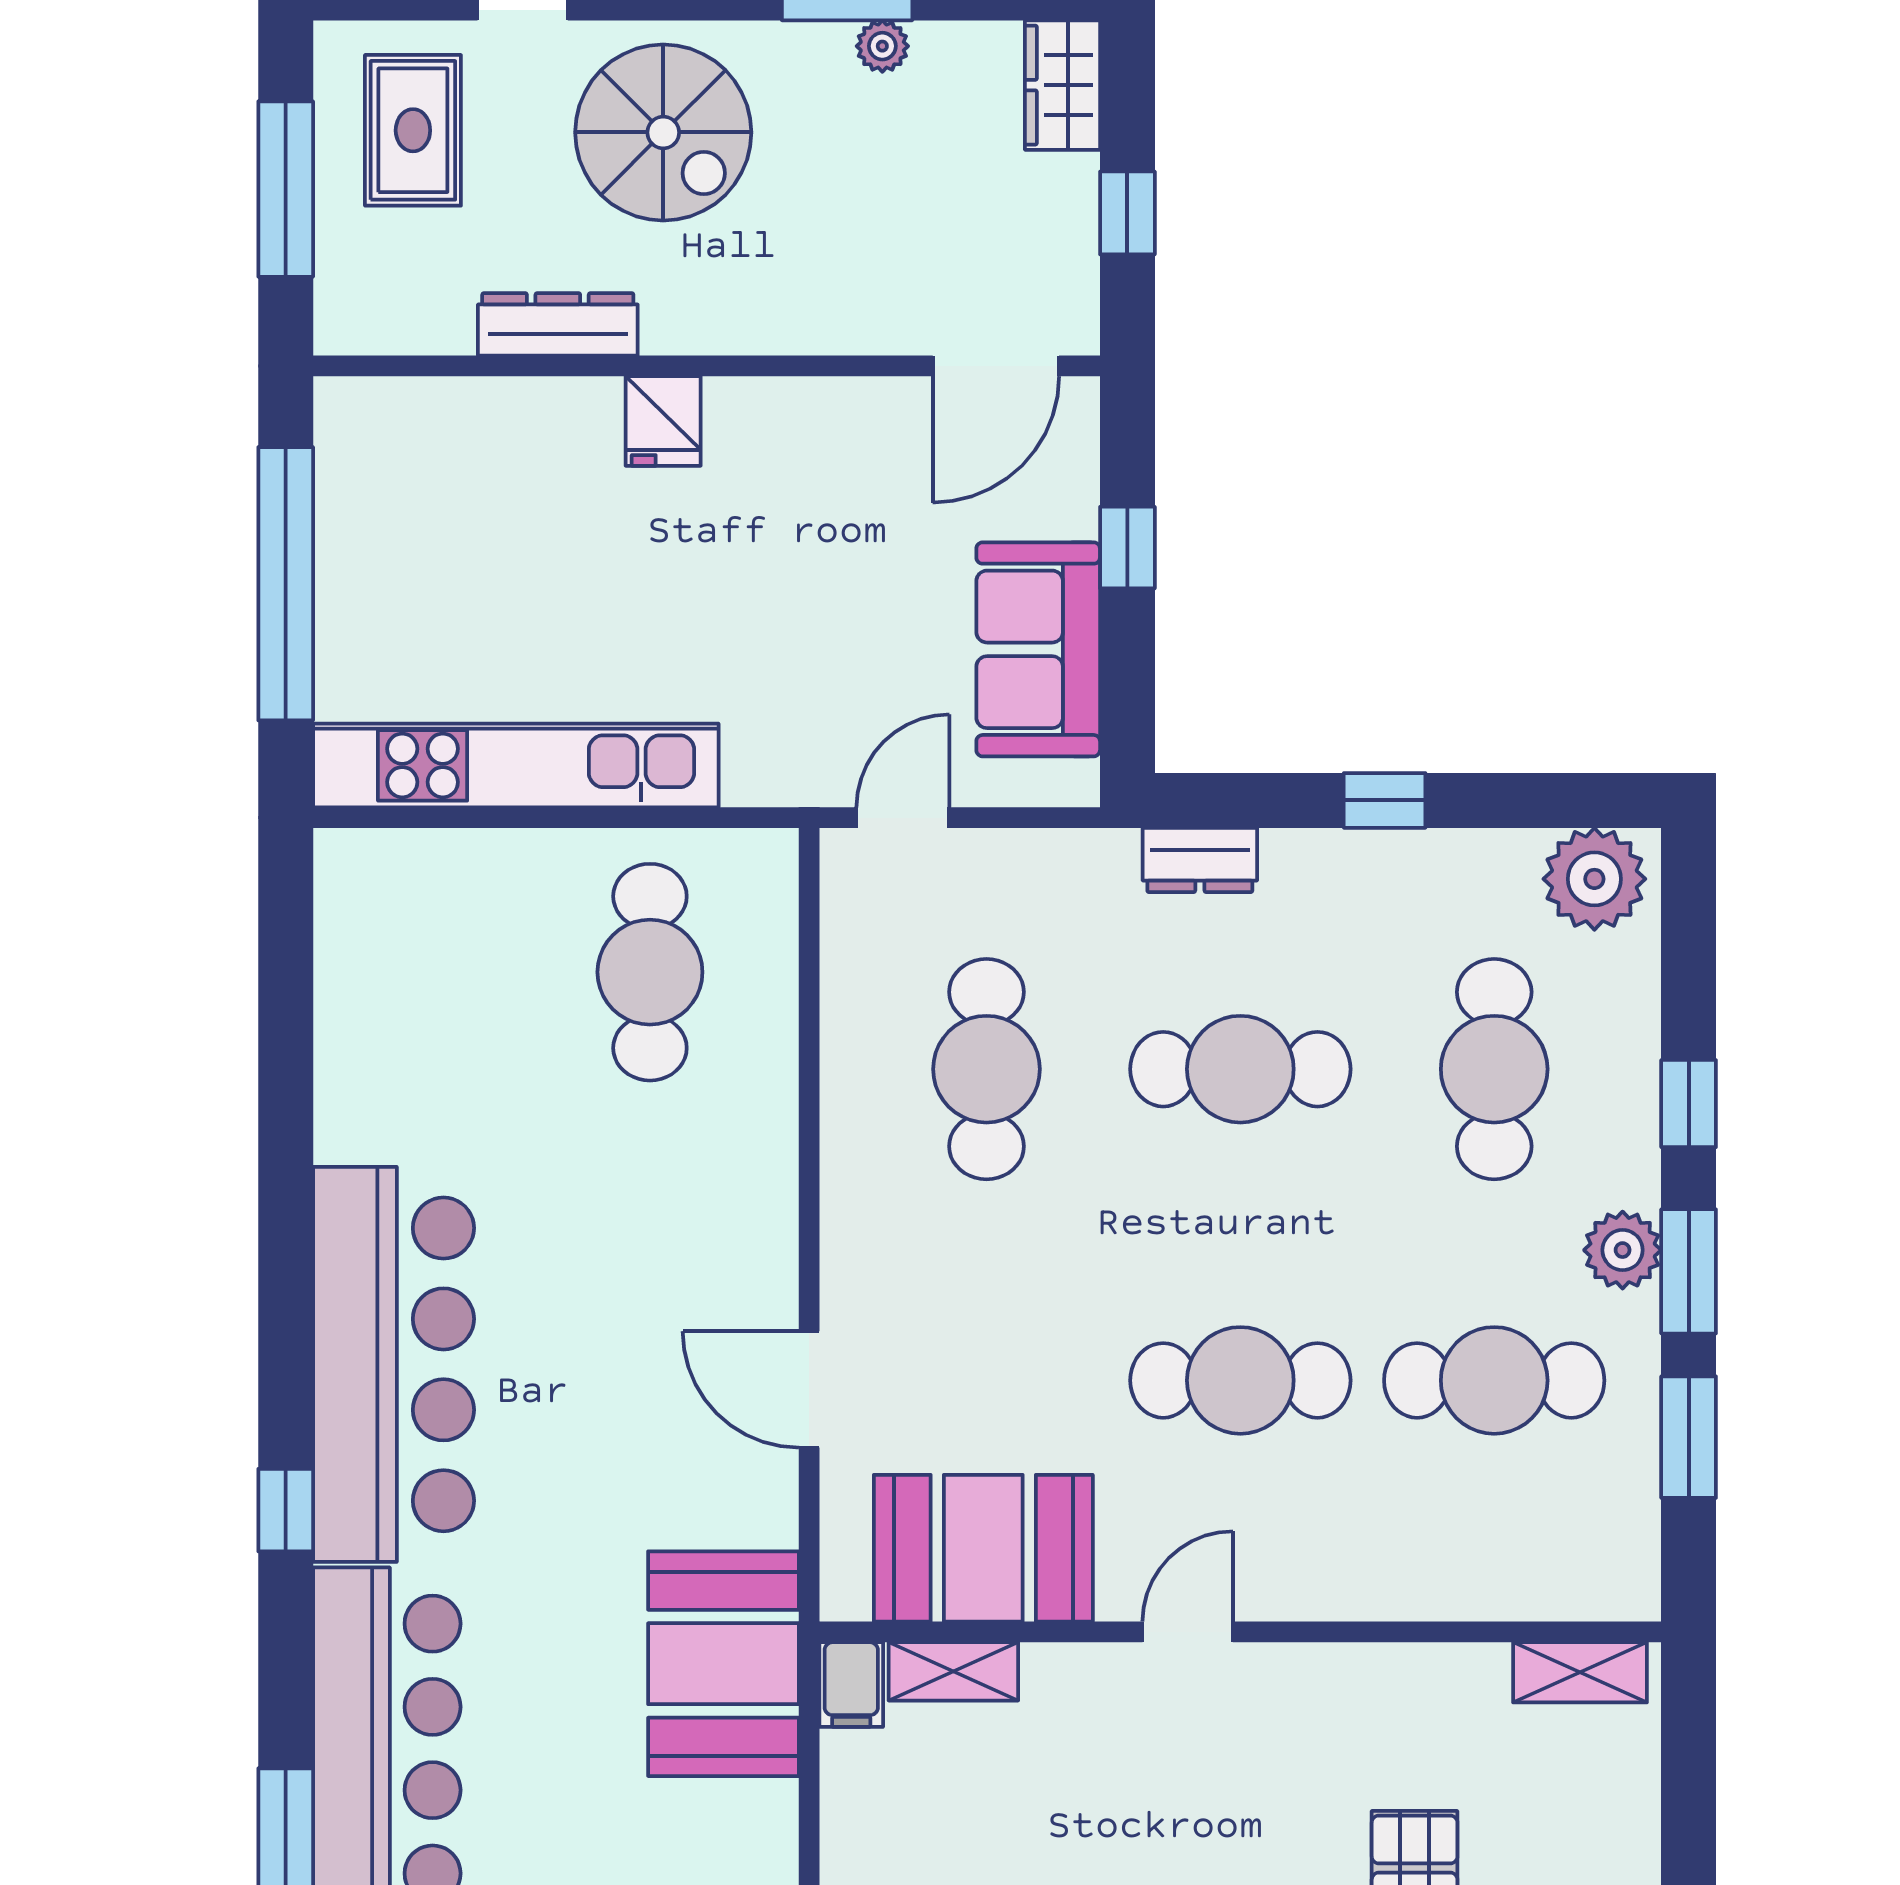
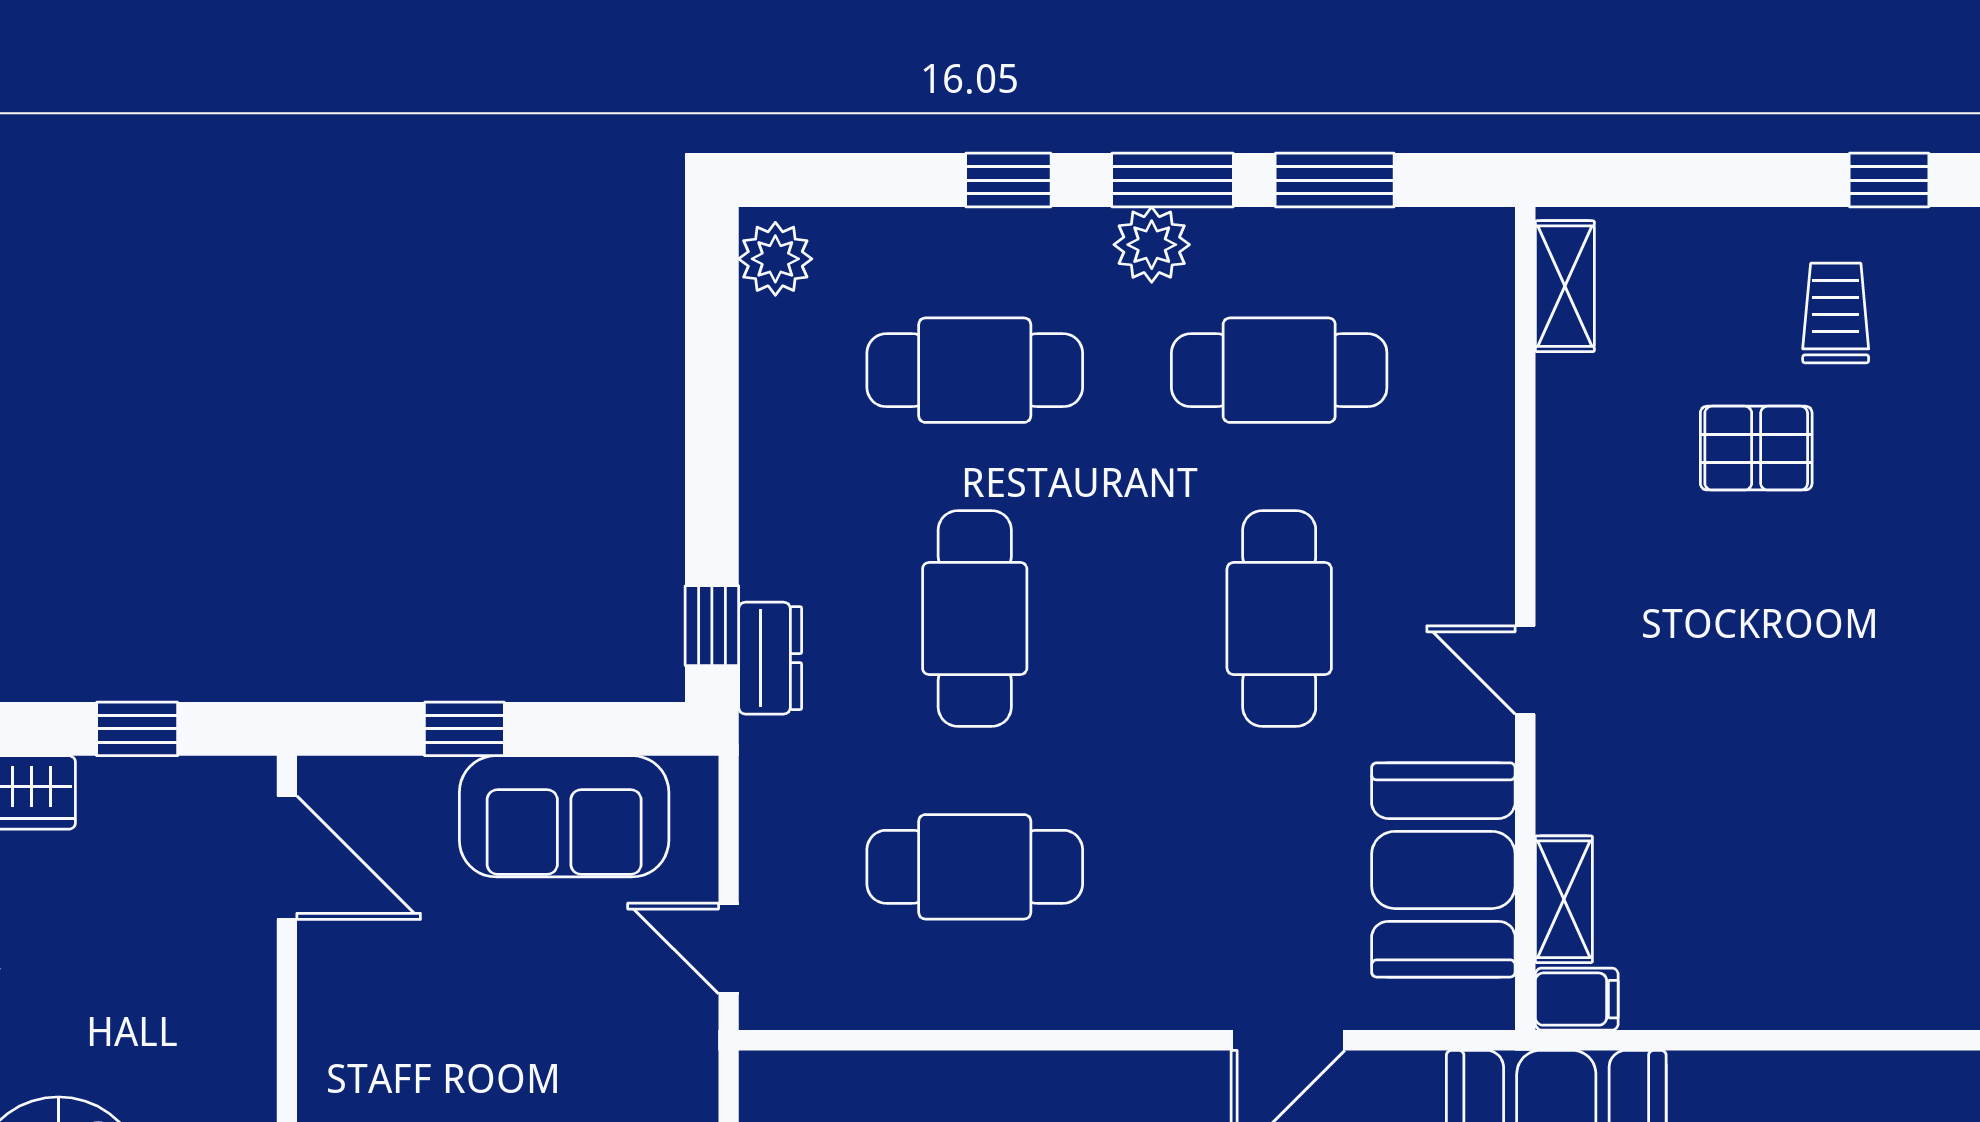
window: (1385, 800) -> (712, 626), moved
plant: (1594, 879) -> (775, 259), width x0.73, depth x0.73
cafe table: (1494, 1380) -> (1279, 370), turned 90

